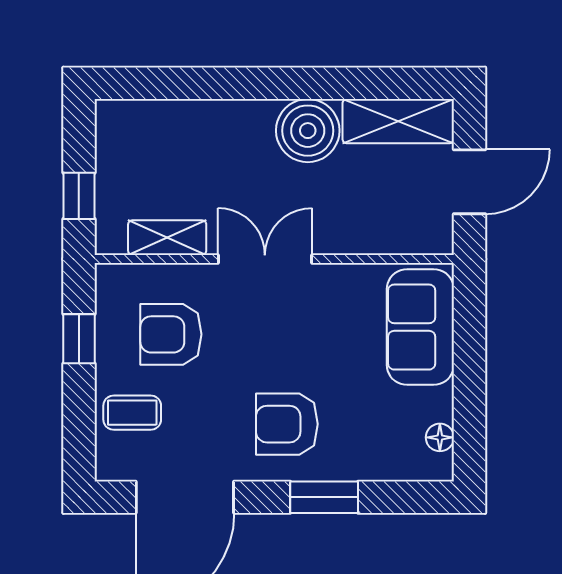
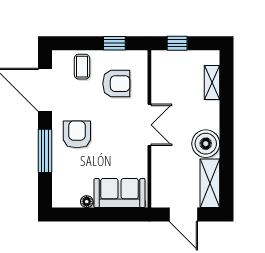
shelving: (167, 238) -> (212, 82), moved
armchair: (171, 334) -> (116, 84), turned 90
floor lamp: (440, 437) -> (87, 202), moved
window: (324, 497) -> (45, 151), width x1.44

